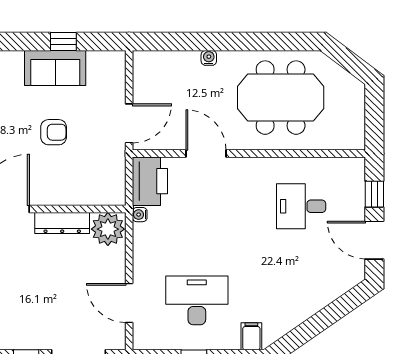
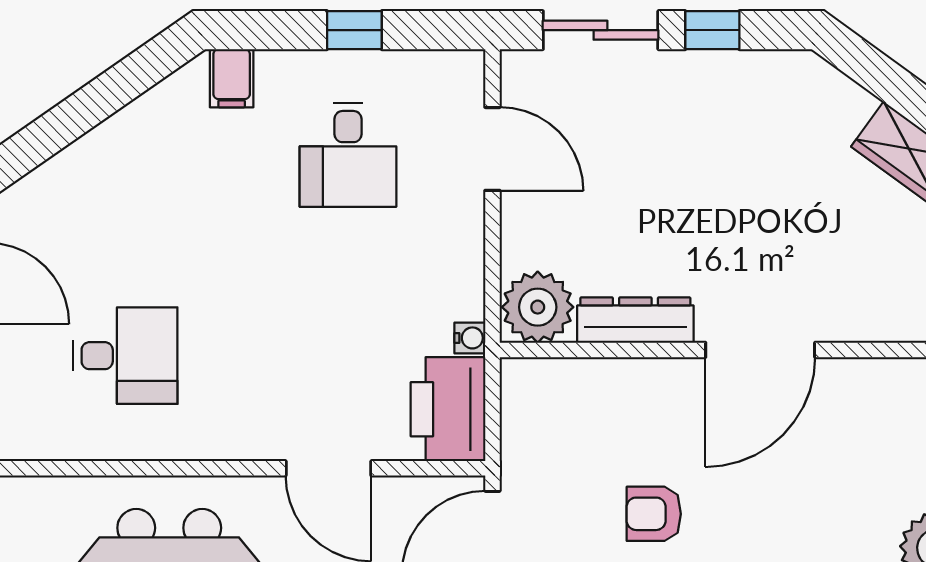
desk: (197, 300) -> (348, 155), width x0.73

